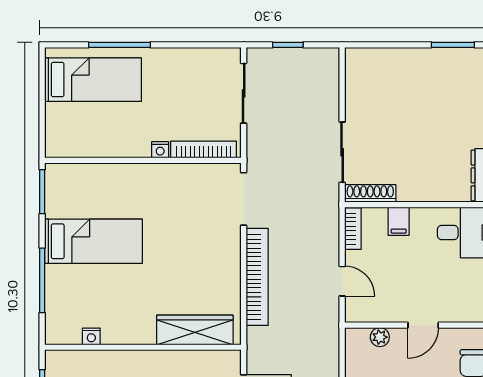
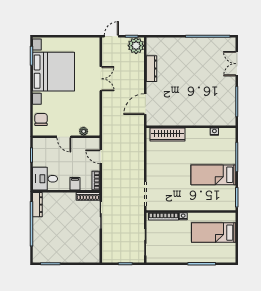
bed: (93, 80) -> (214, 233), moved
bookcase: (257, 277) -> (139, 159), removed
door: (423, 325) -> (64, 137), swing flipped

